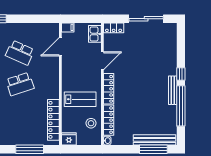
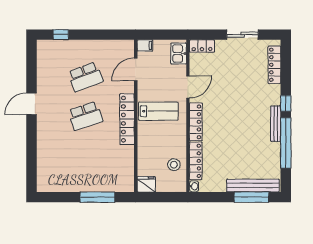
sliding door: (146, 19) -> (243, 35), width x0.73
locker: (172, 43) -> (274, 65), added
school desk: (20, 53) -> (85, 77), turned -45
lab bench: (80, 99) -> (158, 111), moved
locker: (53, 120) -> (127, 119), moved

